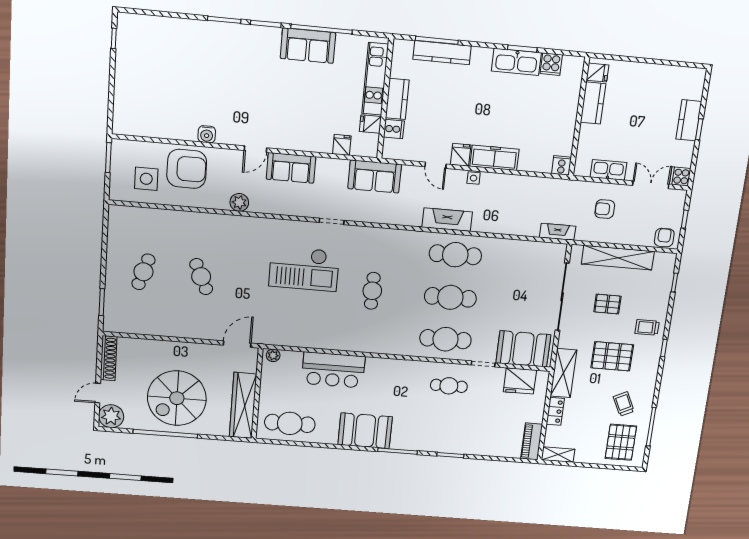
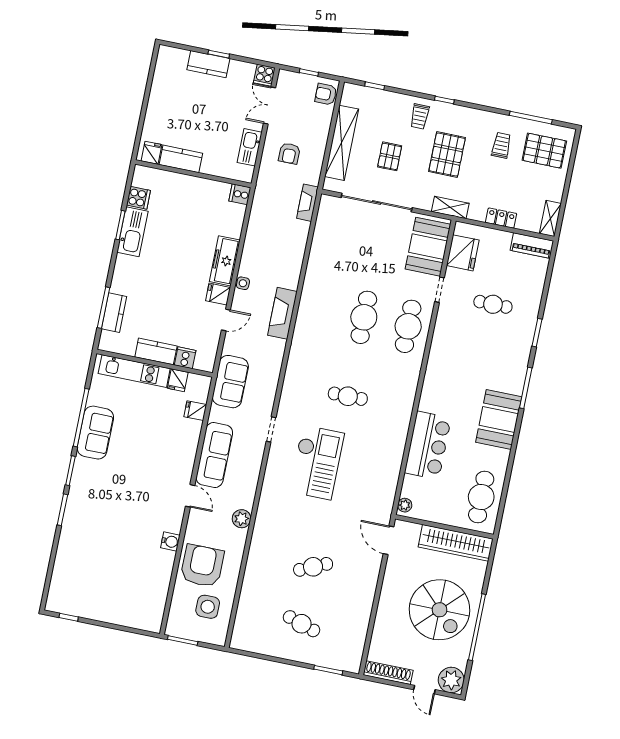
kitchen counter: (442, 53) -> (114, 313), width x0.67
sofa: (291, 168) -> (214, 455), width x1.36
cafe table: (455, 255) -> (320, 308), removed
shelving: (564, 373) -> (450, 207), width x0.67, depth x0.75
cafe table: (449, 386) -> (493, 304), moved, turned 90
trolley: (624, 404) -> (501, 145), turned 116

